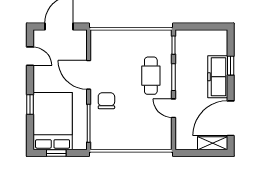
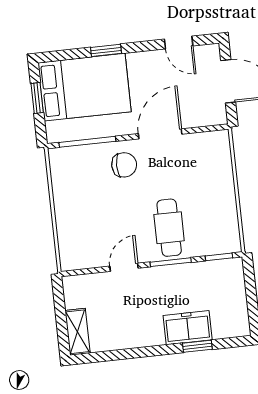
door: (30, 56) -> (179, 43), hinge flipped
cafe table: (151, 76) -> (169, 228), turned 90
freezer: (218, 77) -> (188, 328), width x0.71
door: (231, 118) -> (118, 355), removed

